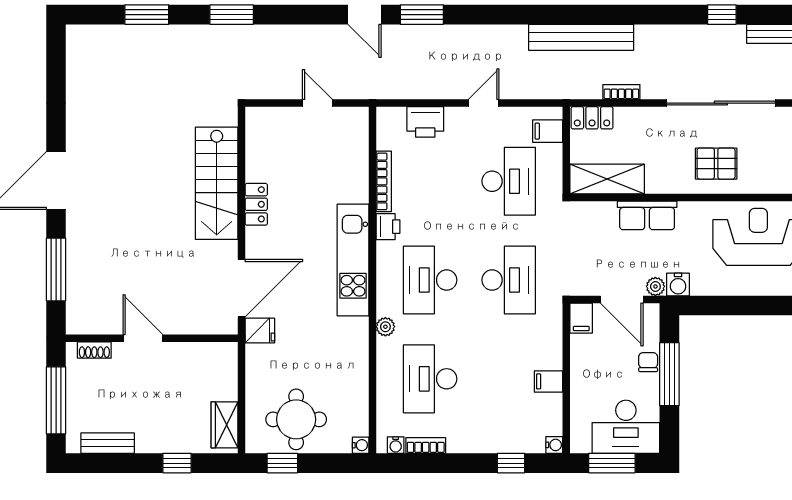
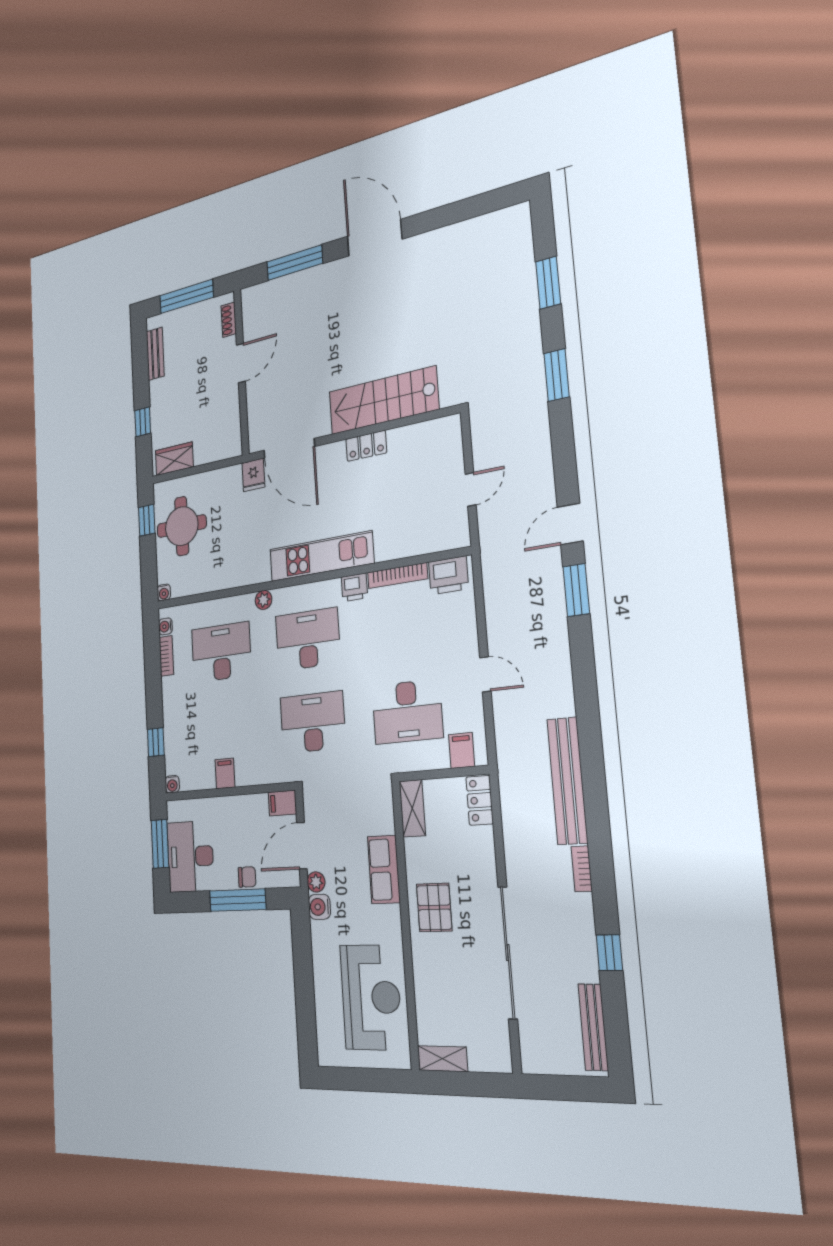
bookcase: (621, 92) -> (582, 869), moved, turned 180
printer: (425, 122) -> (448, 575), moved, turned -90
pallet: (716, 164) -> (434, 907), moved
shelving: (607, 179) -> (412, 808), width x0.67, depth x0.75
desk: (509, 280) -> (313, 722), turned 180

